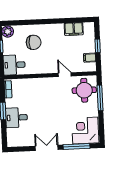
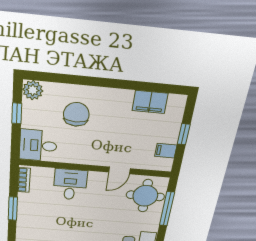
chair: (34, 42) -> (76, 114), turned -90
door: (65, 75) -> (119, 170), swing flipped
desk: (17, 118) -> (70, 185), moved, turned 90

